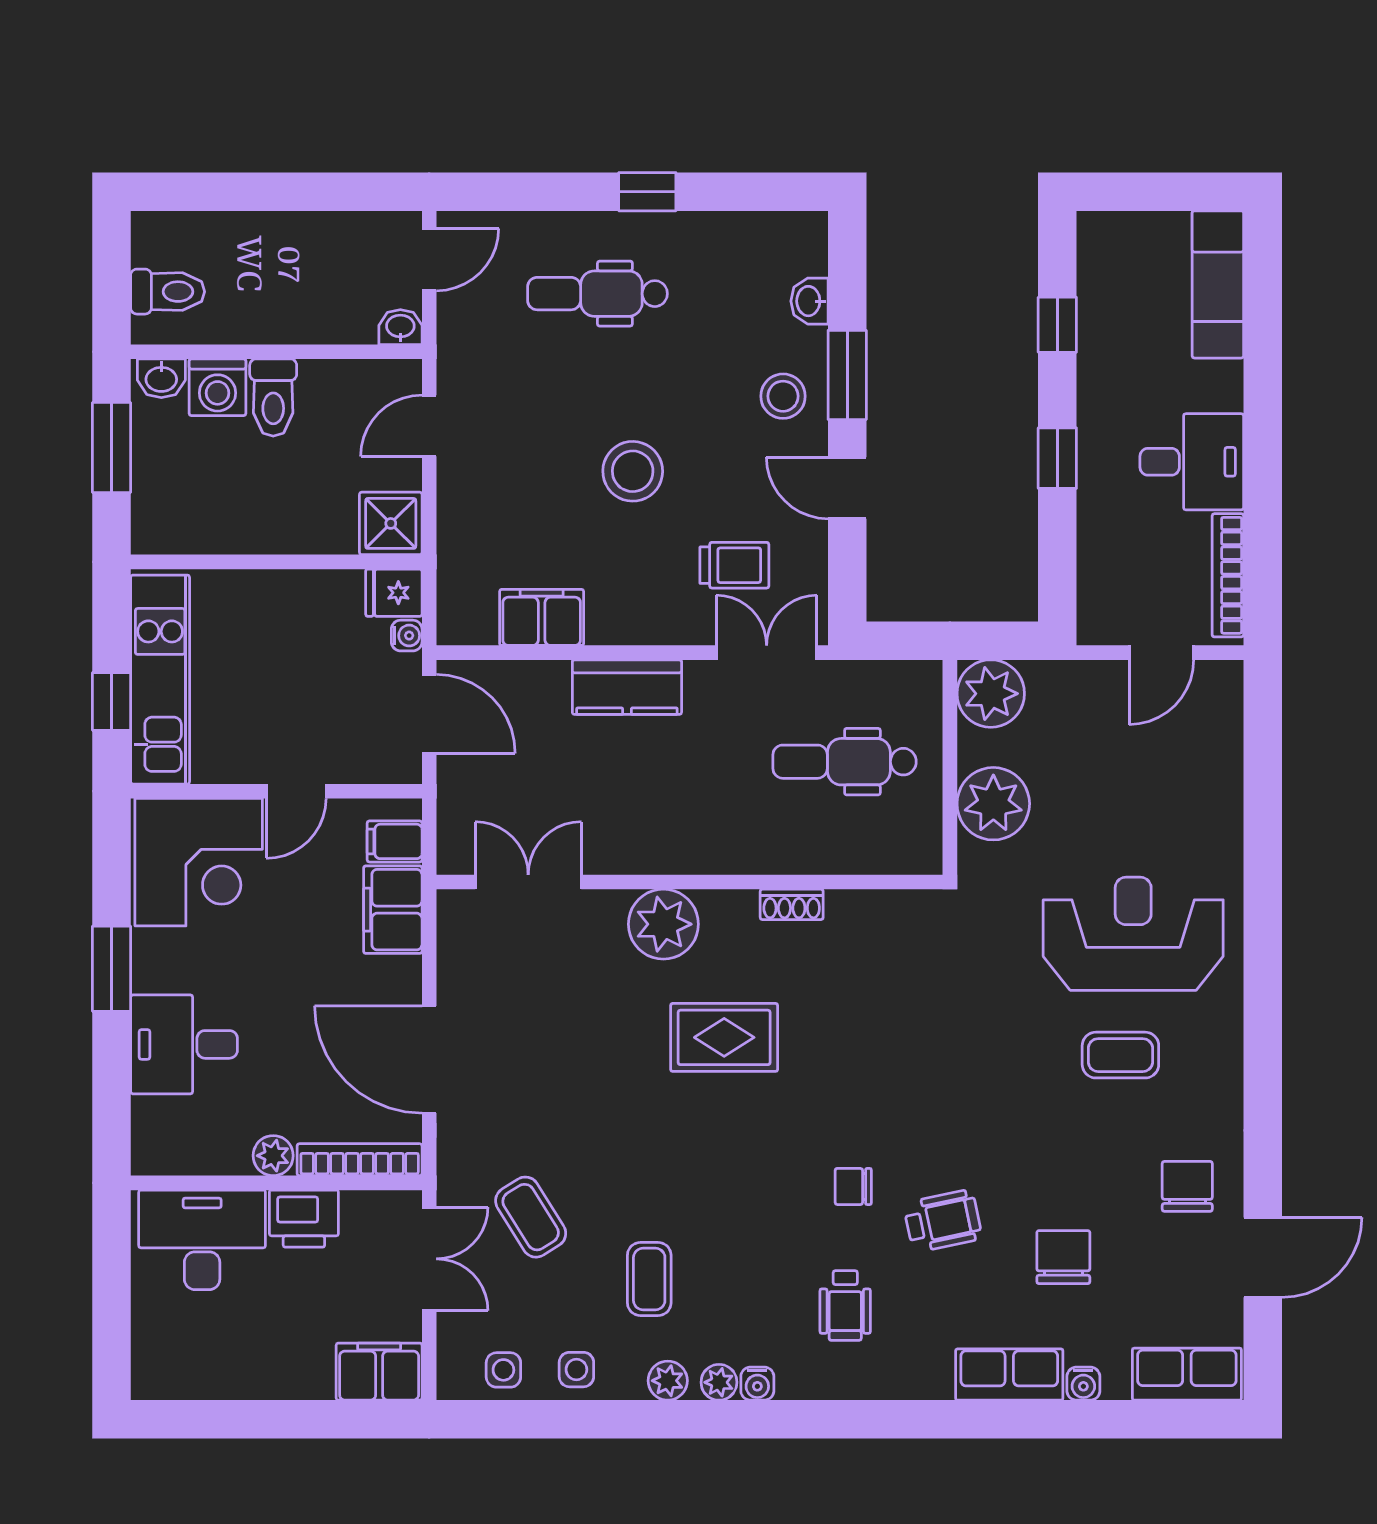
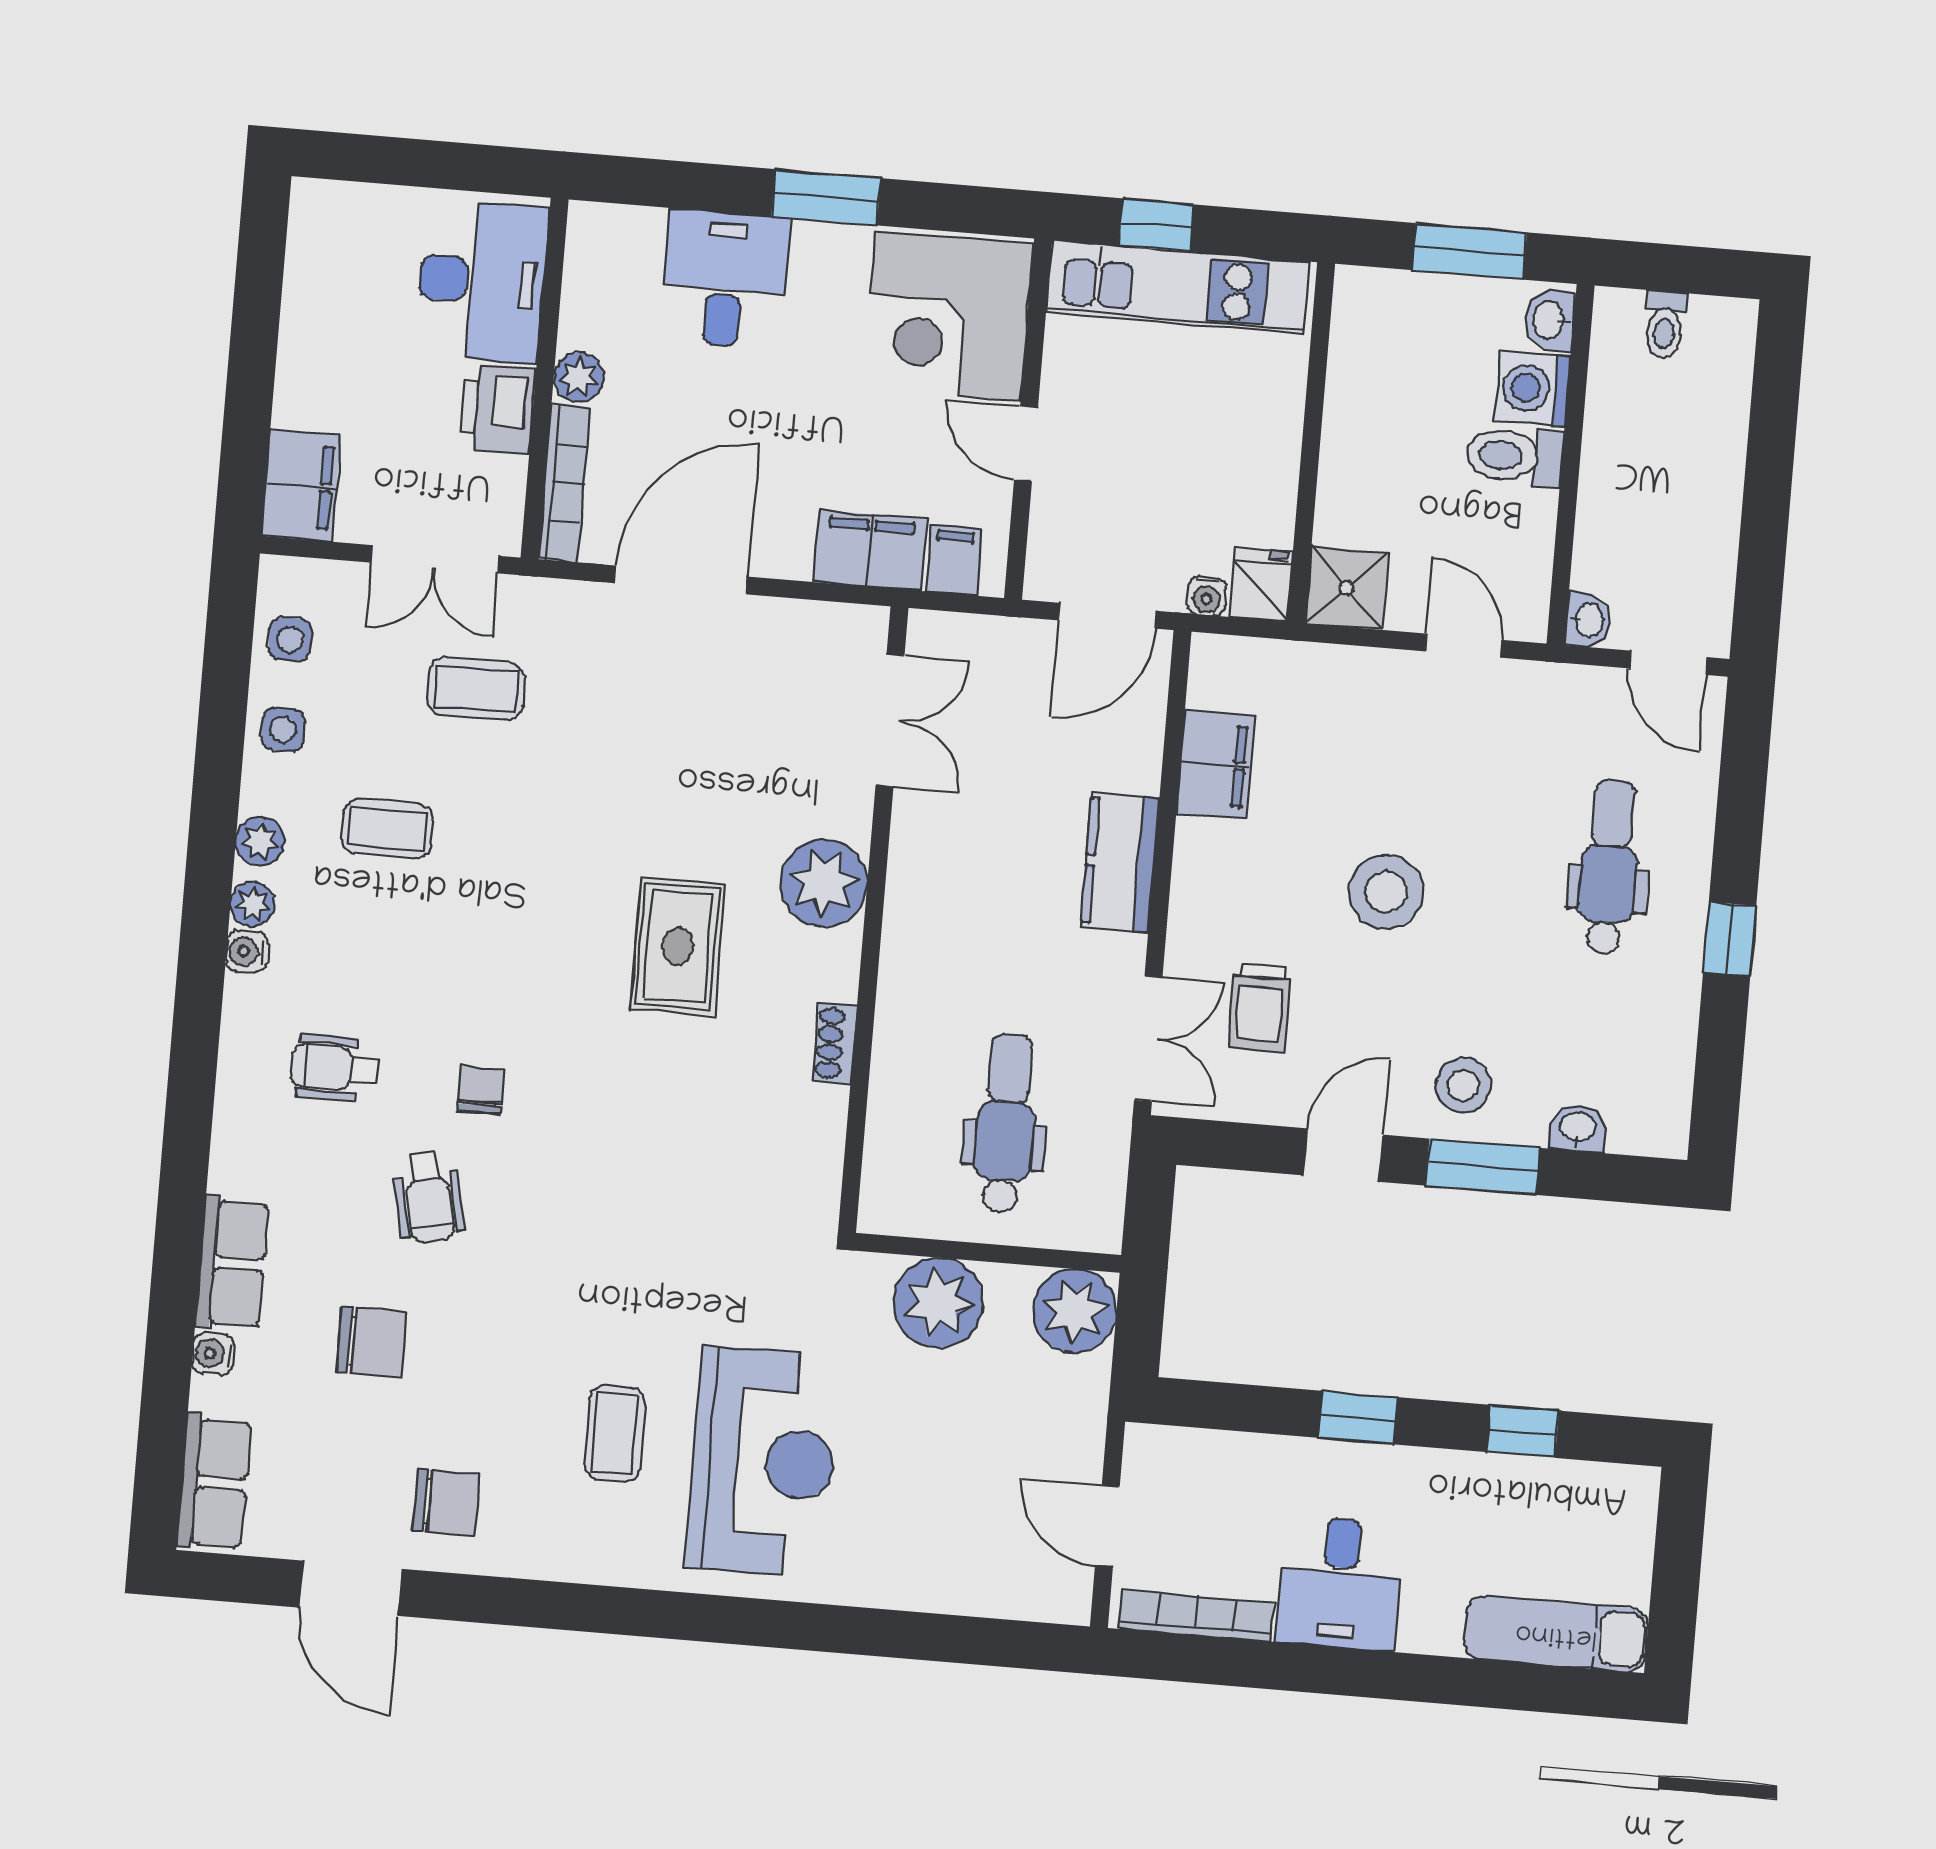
toilet: (168, 292) -> (1665, 325), width x0.73, depth x0.72
coffee table: (531, 1217) -> (476, 689), turned 32

